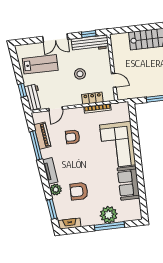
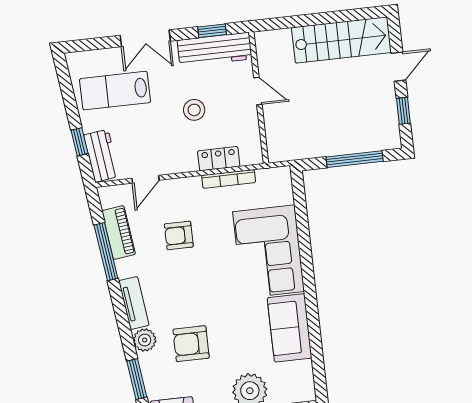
lab bench: (40, 64) -> (115, 91), turned 180
door: (114, 80) -> (258, 91), moved

